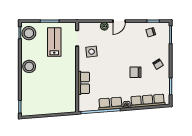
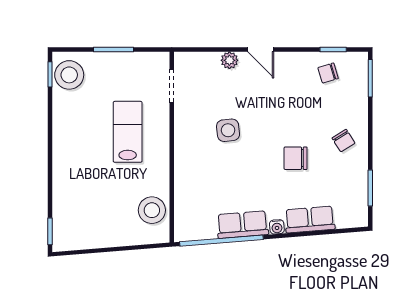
door: (119, 21) -> (261, 49), hinge flipped
lab bench: (54, 42) -> (128, 132), moved
side table: (92, 52) -> (228, 130), moved
stool: (29, 66) -> (152, 210), moved
row of seats: (84, 83) -> (186, 180), removed
row of seats: (148, 101) -> (310, 219), width x0.68

